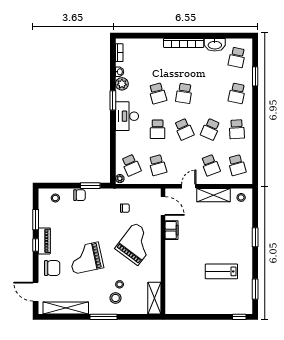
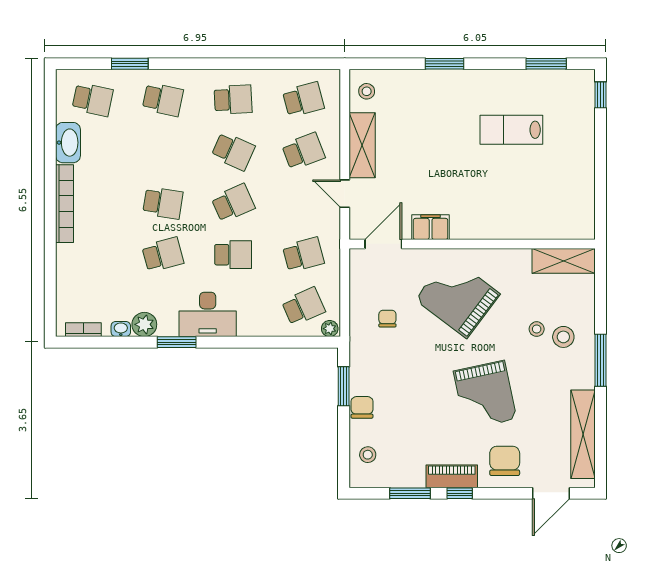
lab bench: (221, 271) -> (511, 130), turned 90

